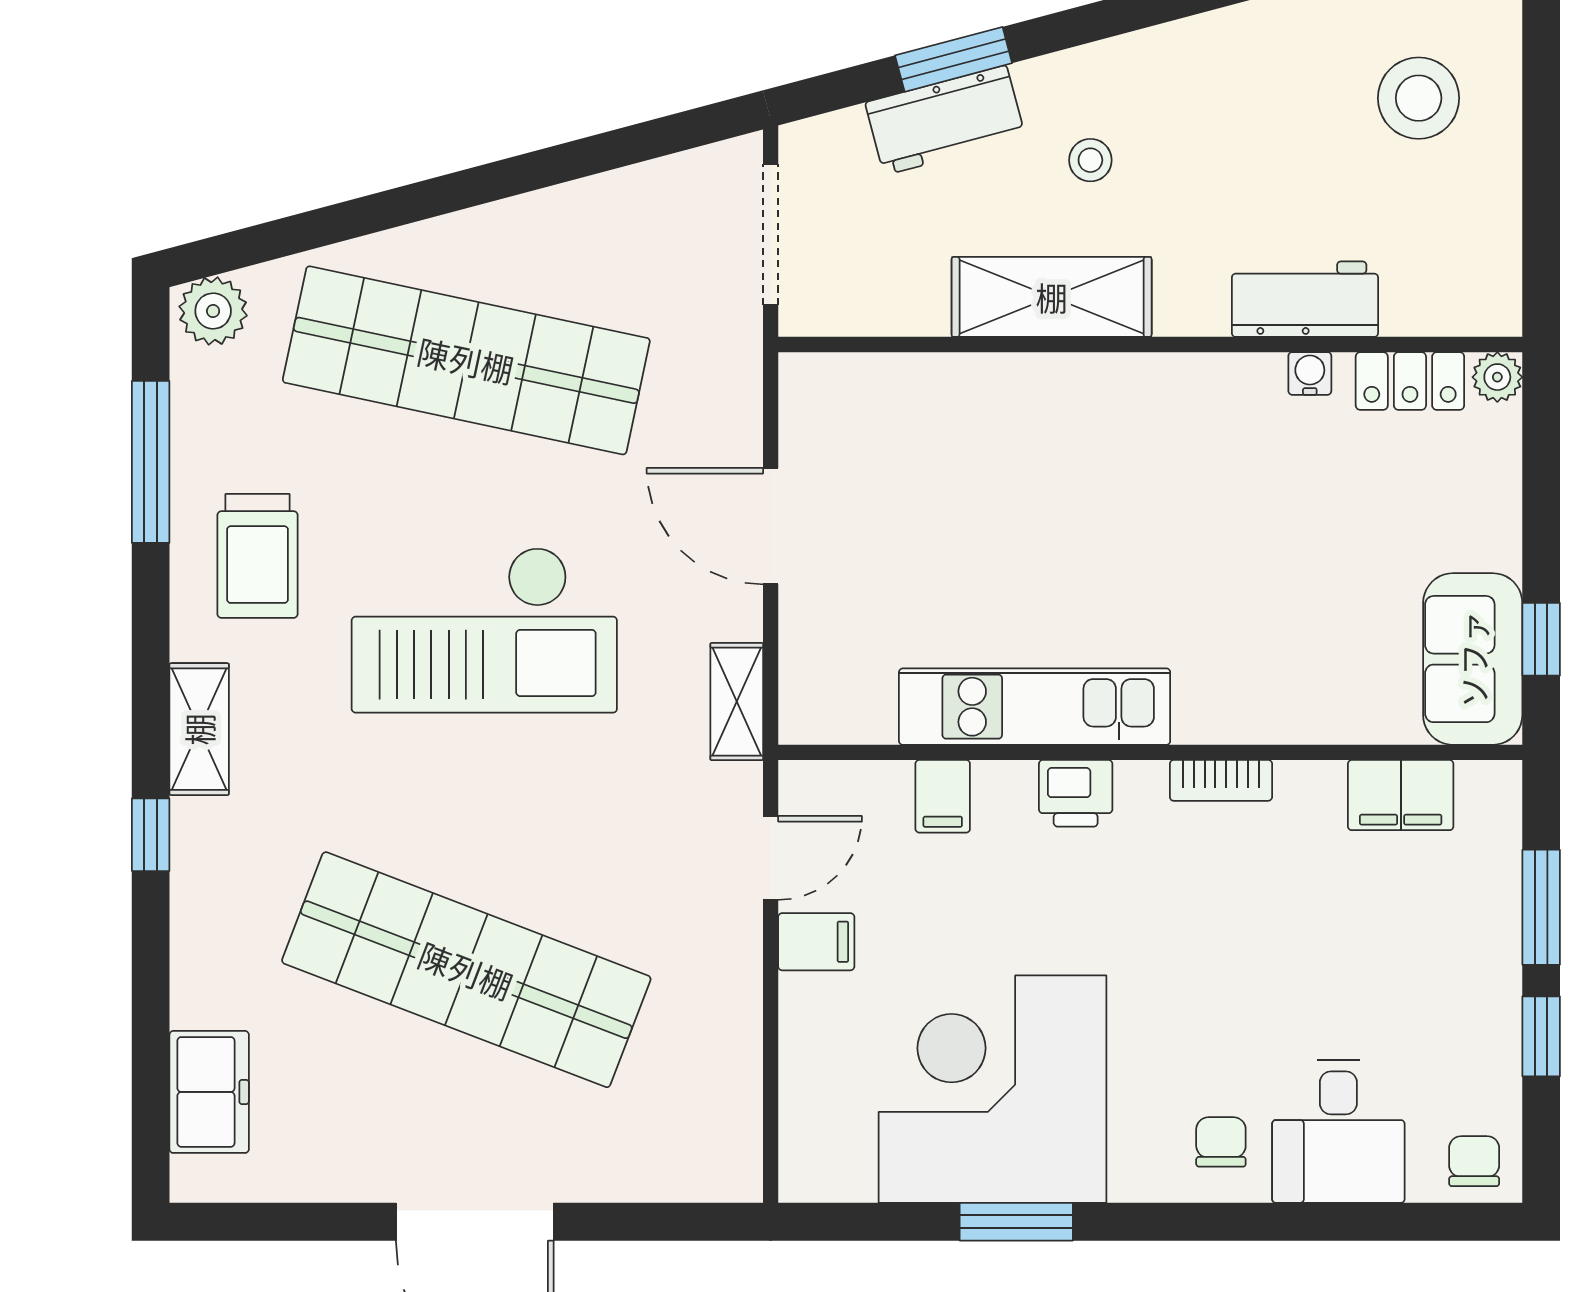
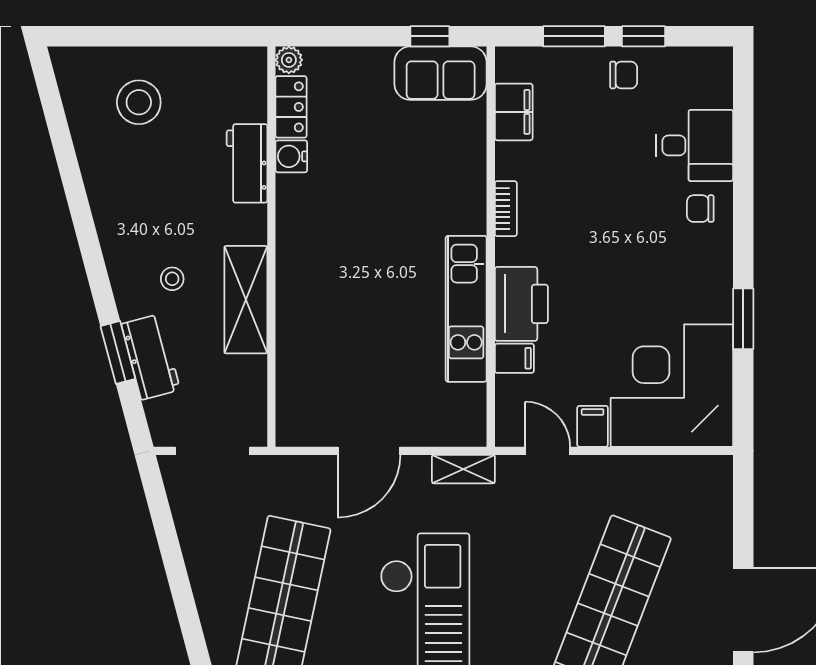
water cooler: (1310, 373) -> (291, 156), width x1.38, depth x1.38
printer: (1076, 793) -> (521, 304), width x1.87, depth x1.48
corner desk: (992, 1089) -> (672, 386), moved, turned 90
chair: (1474, 1161) -> (624, 75), moved, turned 180

